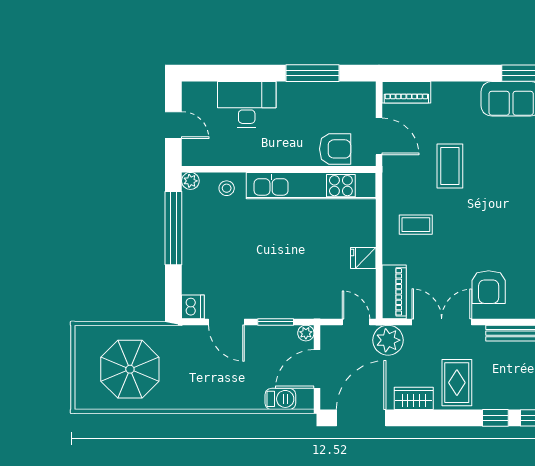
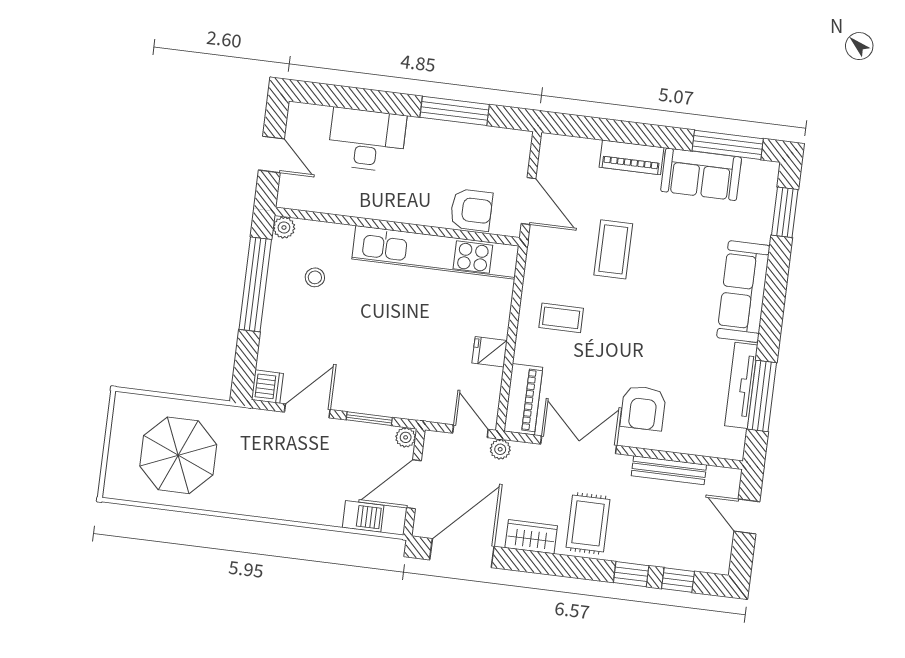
piano: (406, 92) -> (631, 157), moved
stool: (227, 188) -> (315, 277), moved
door: (226, 322) -> (307, 411), swing flipped
plant: (388, 340) -> (500, 449), width x0.53, depth x0.53

